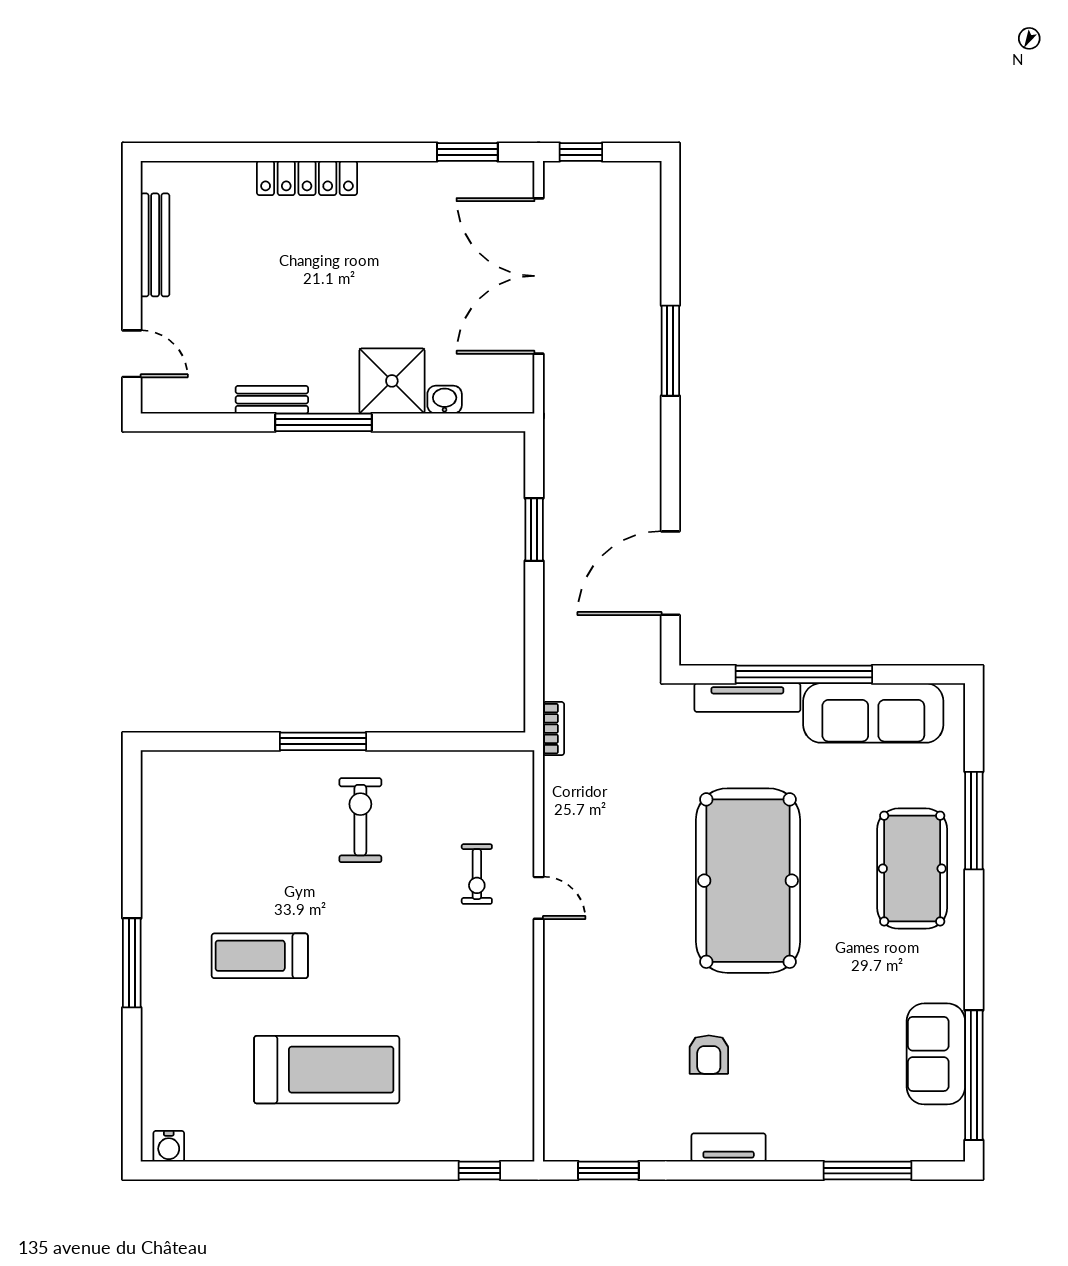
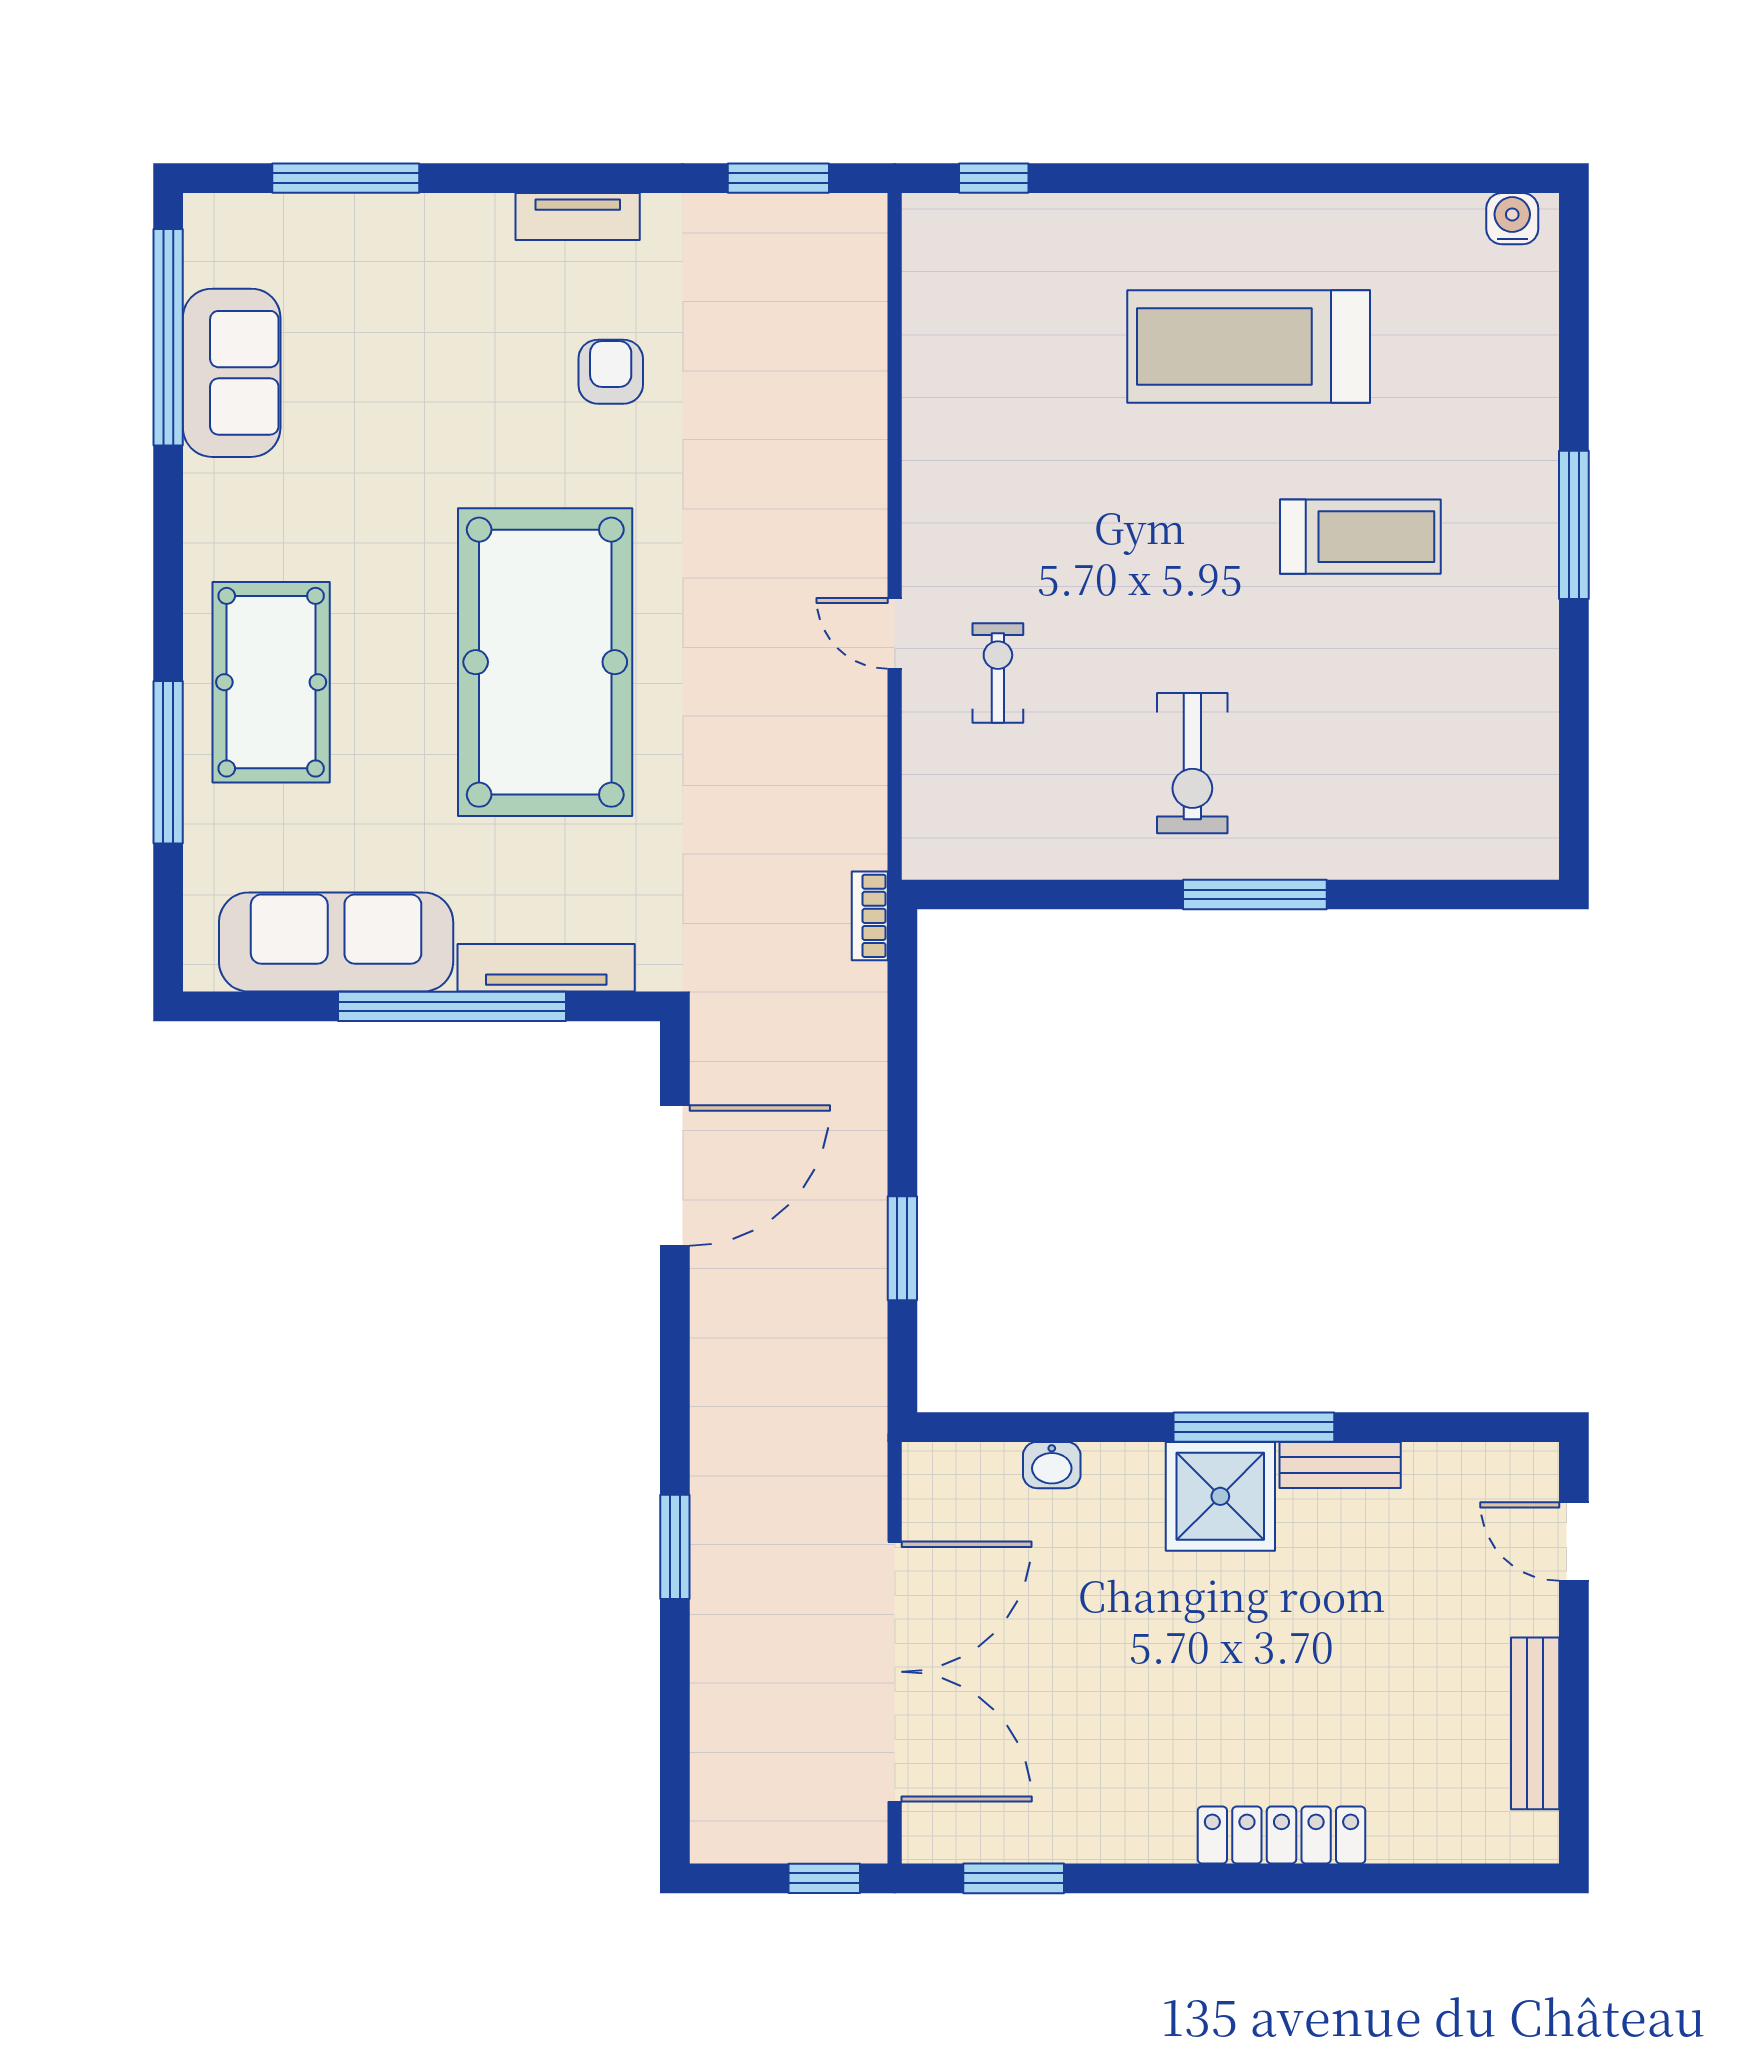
window: (670, 351) -> (675, 1547), width x0.69
shower: (392, 381) -> (1220, 1496), moved

